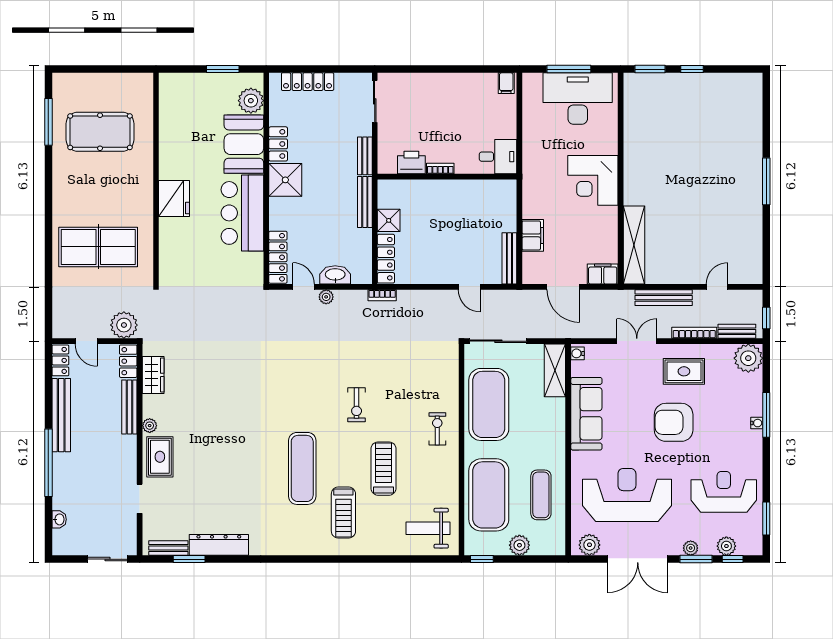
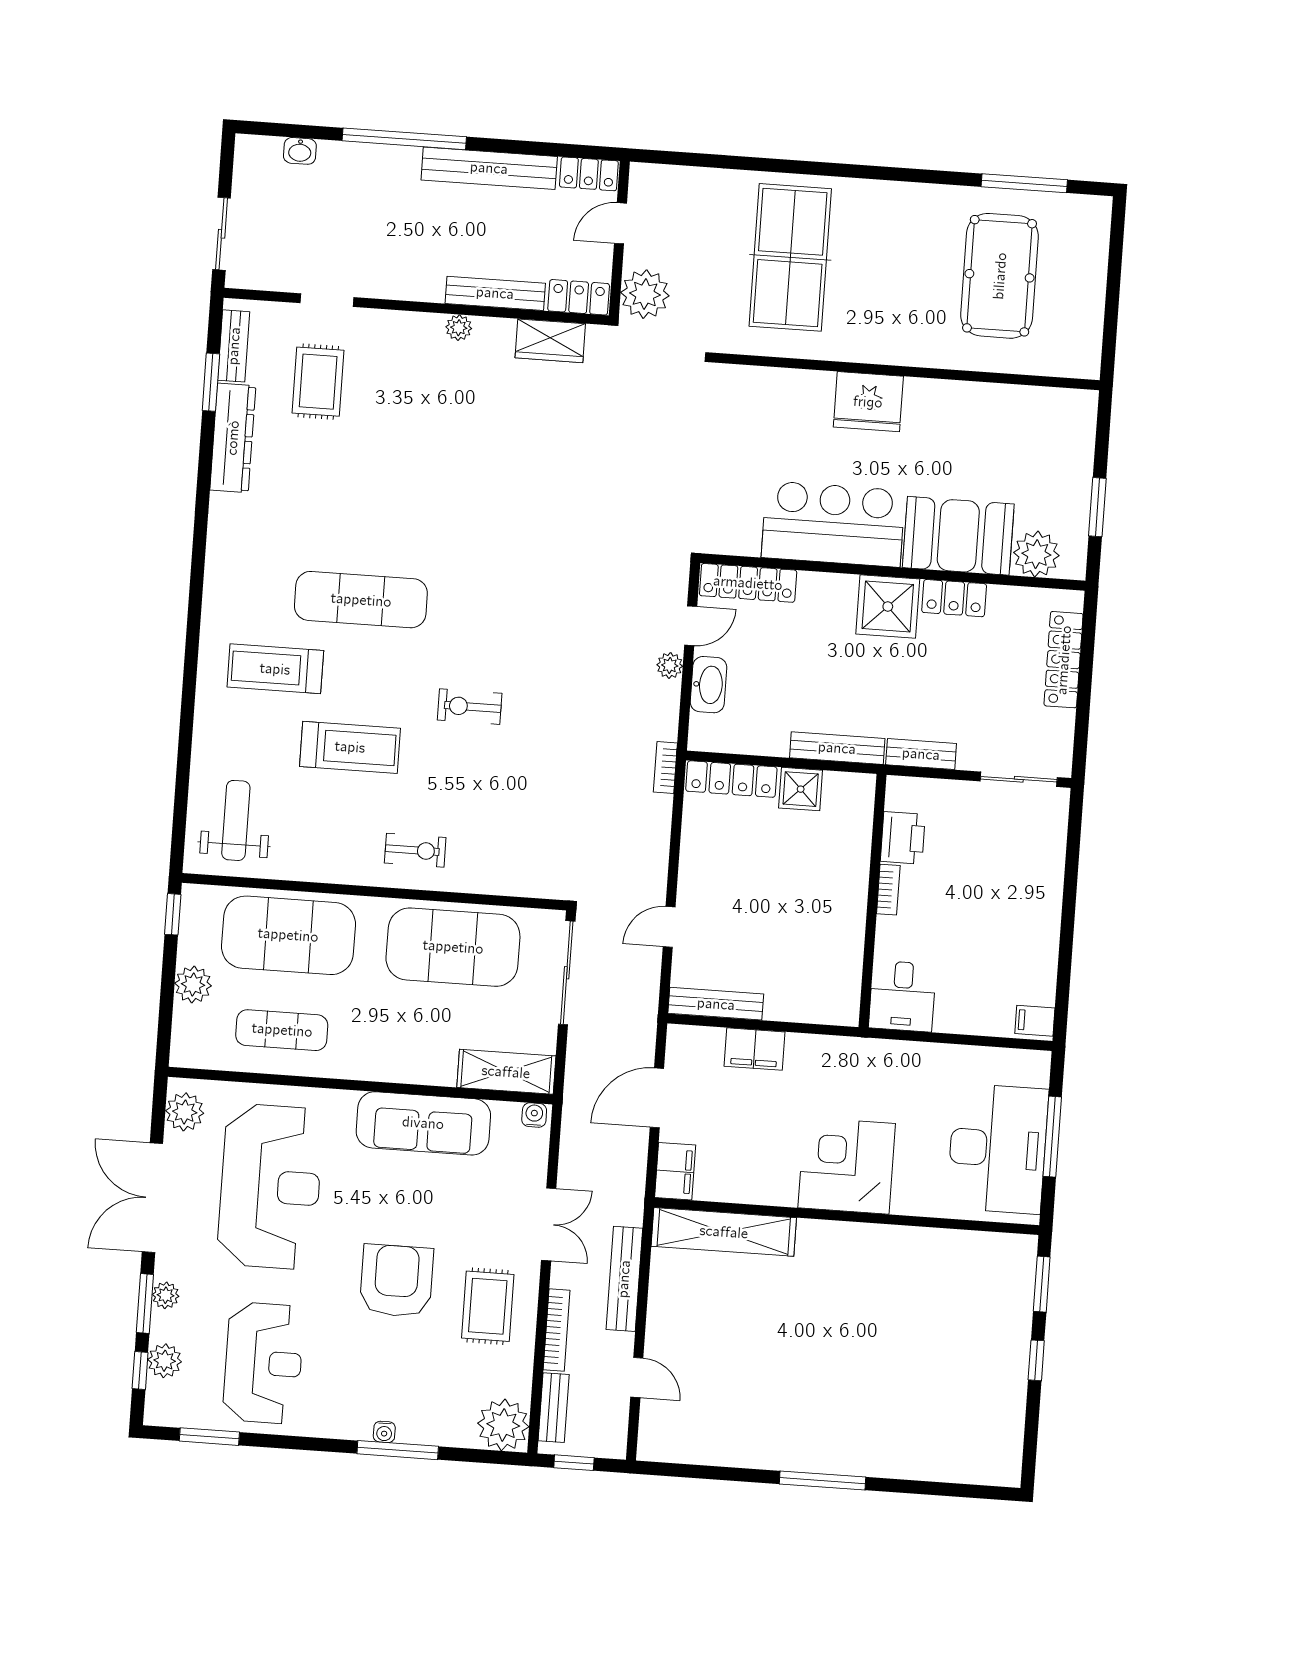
rug: (160, 457) -> (318, 382), moved, turned 90

